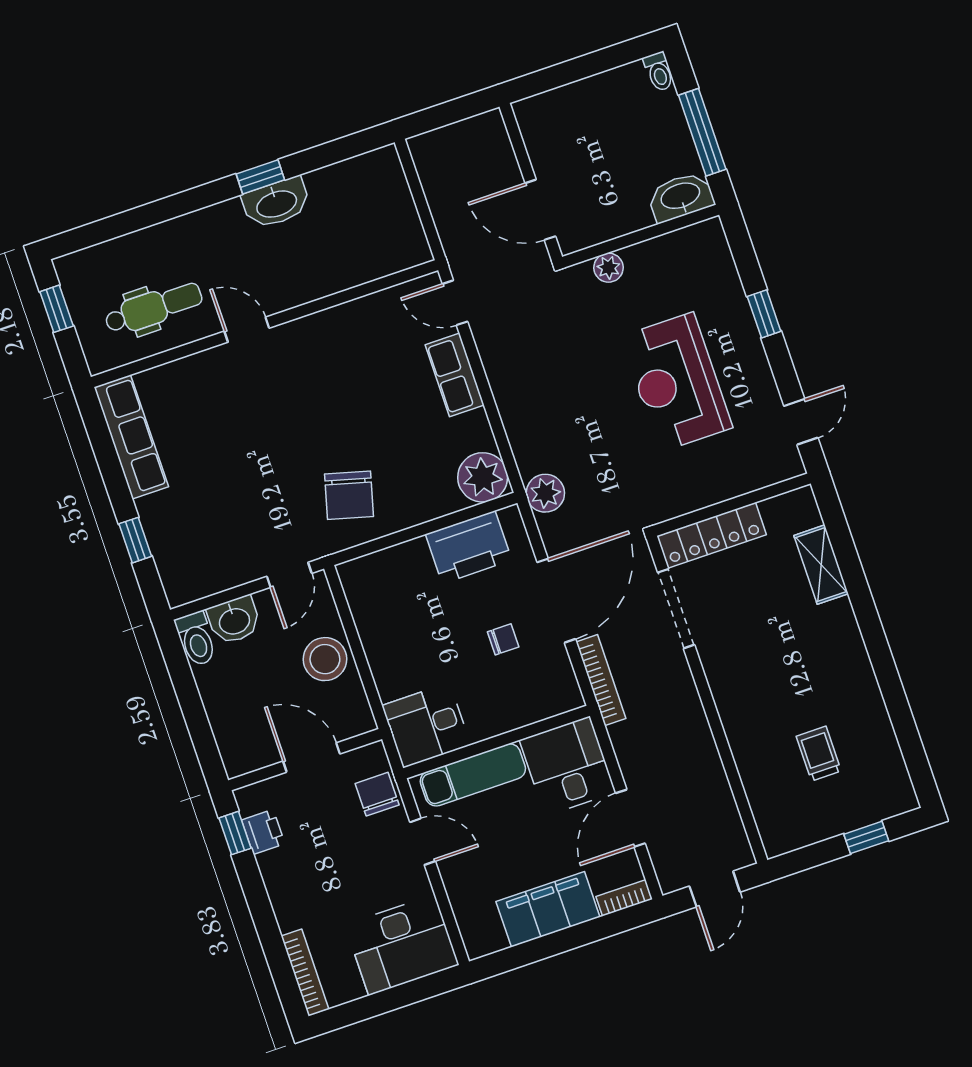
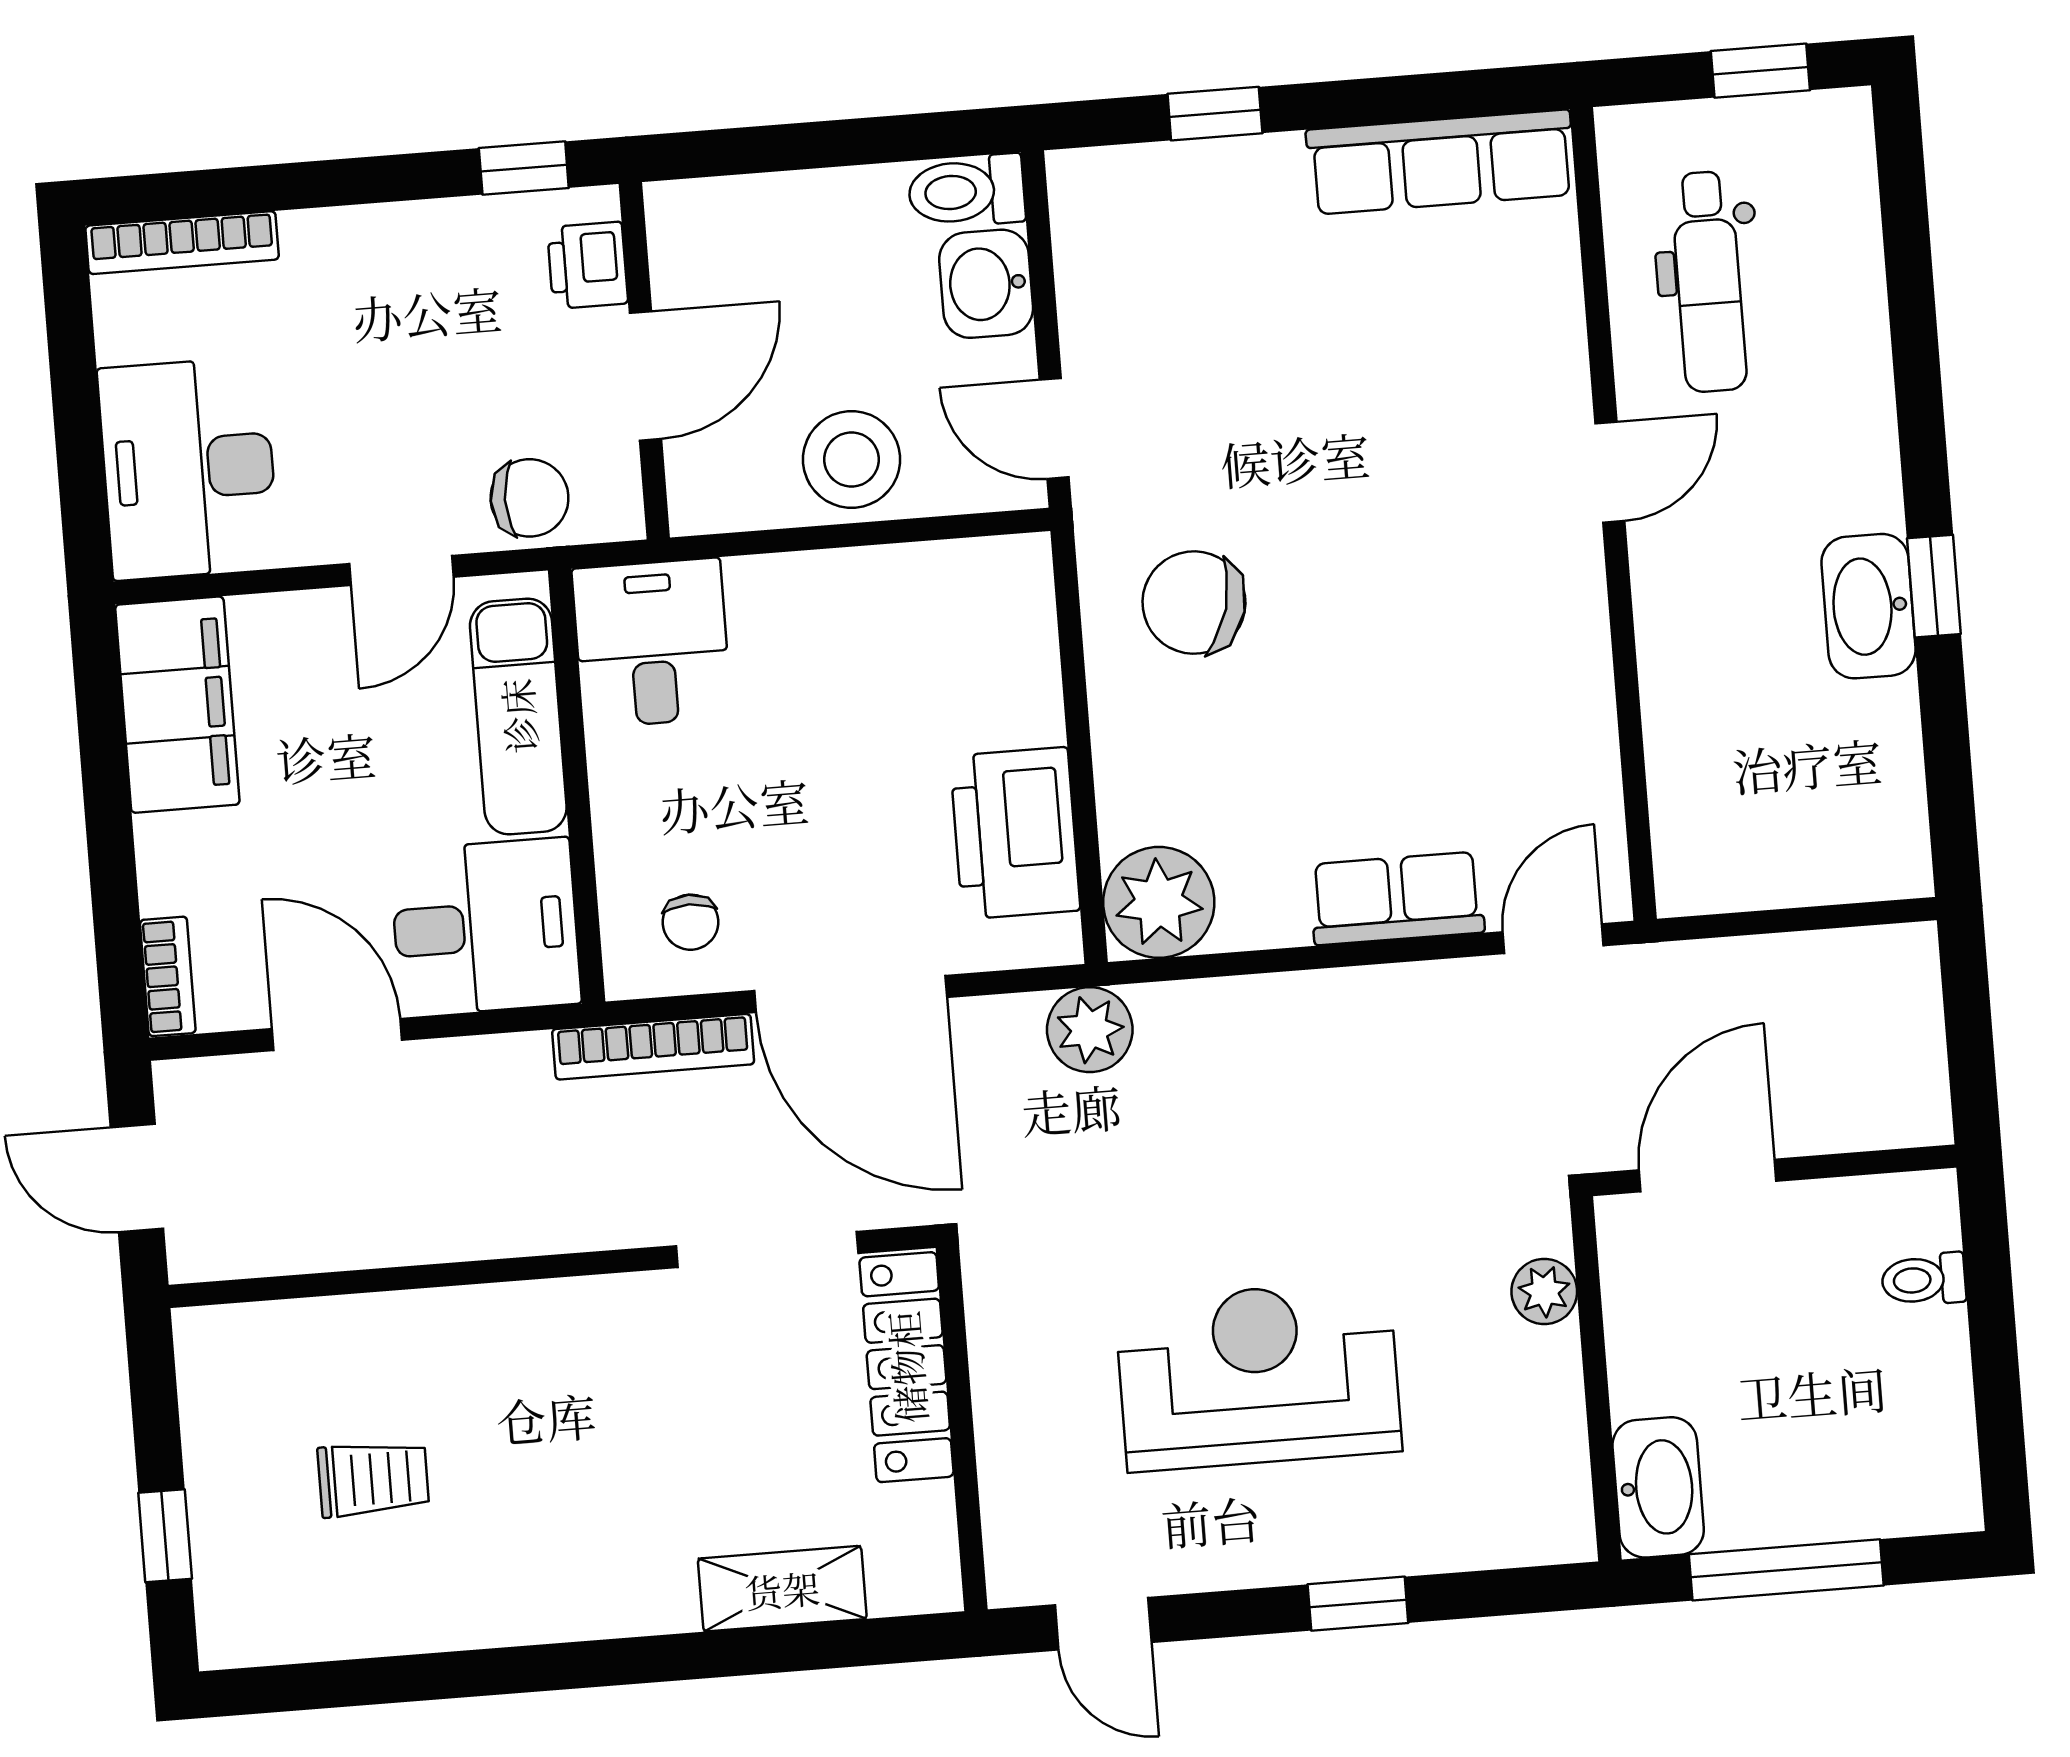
toilet: (659, 72) -> (1924, 1280), moved
chair: (503, 639) -> (690, 922), moved
printer: (263, 832) -> (587, 265), moved, turned 90
filing cabinet: (548, 909) -> (177, 705), moved

